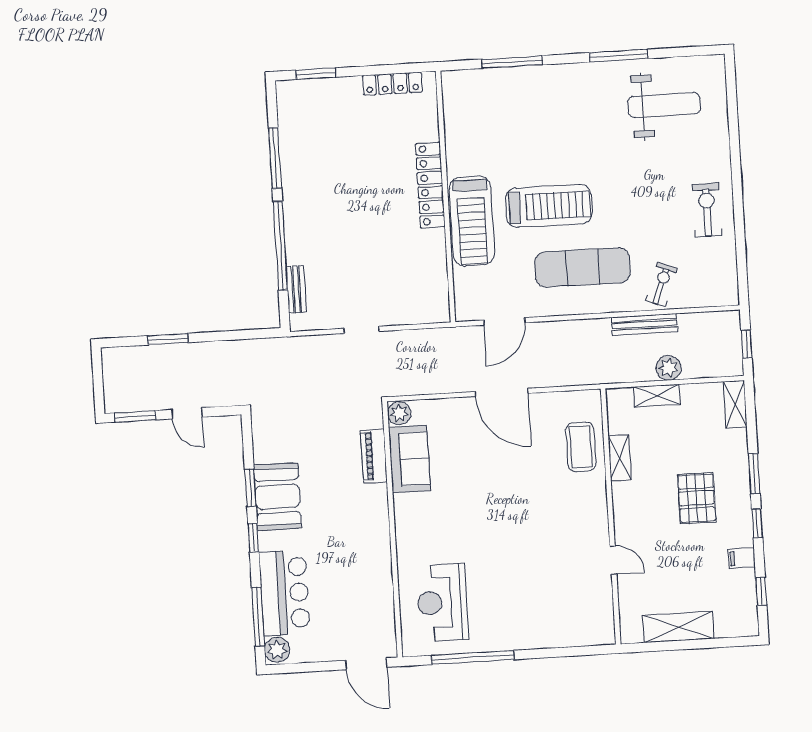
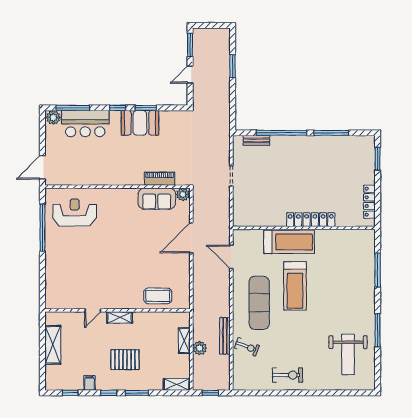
treadmill: (472, 221) -> (289, 242), turned 180
door: (501, 392) -> (191, 238), moved
shelving: (620, 458) -> (120, 317), moved

